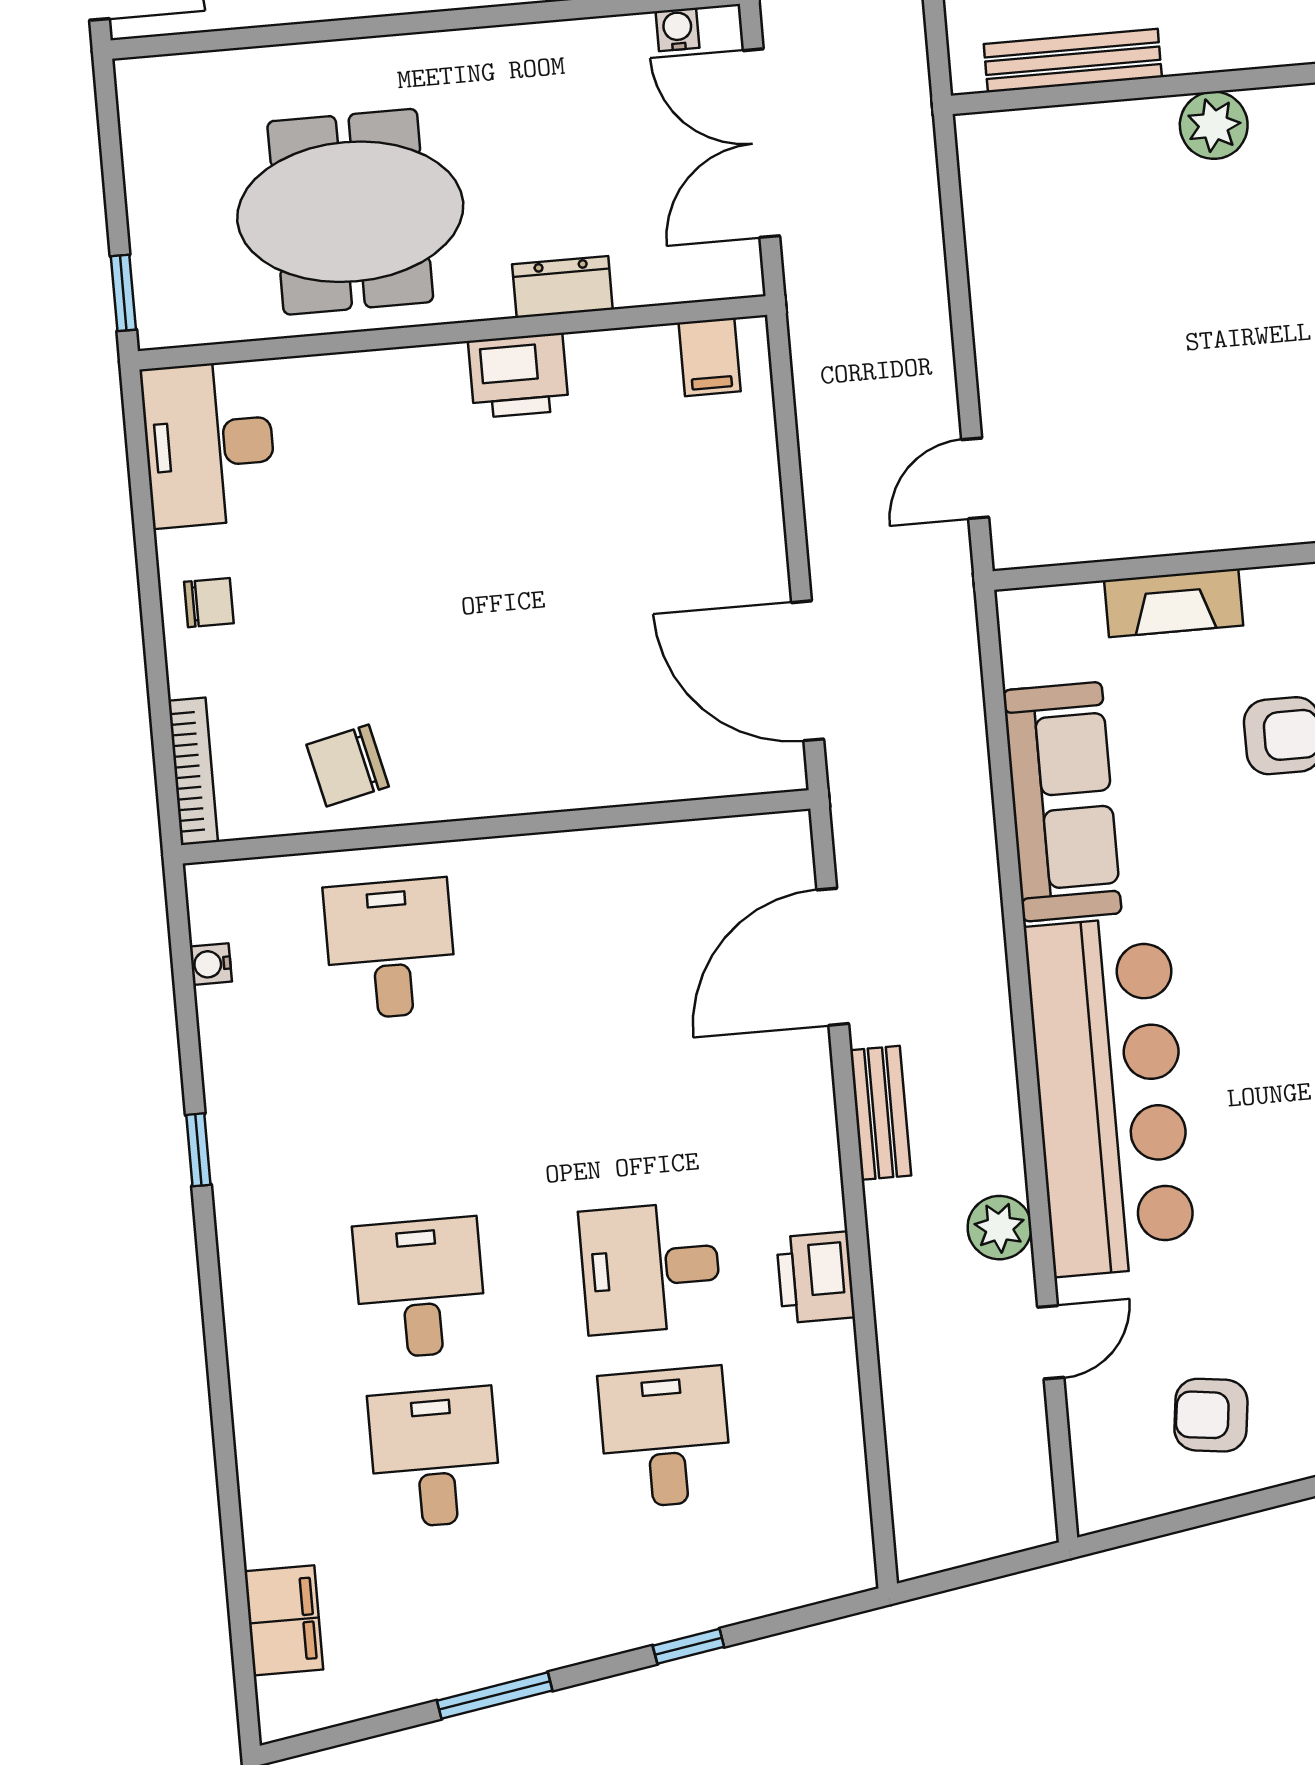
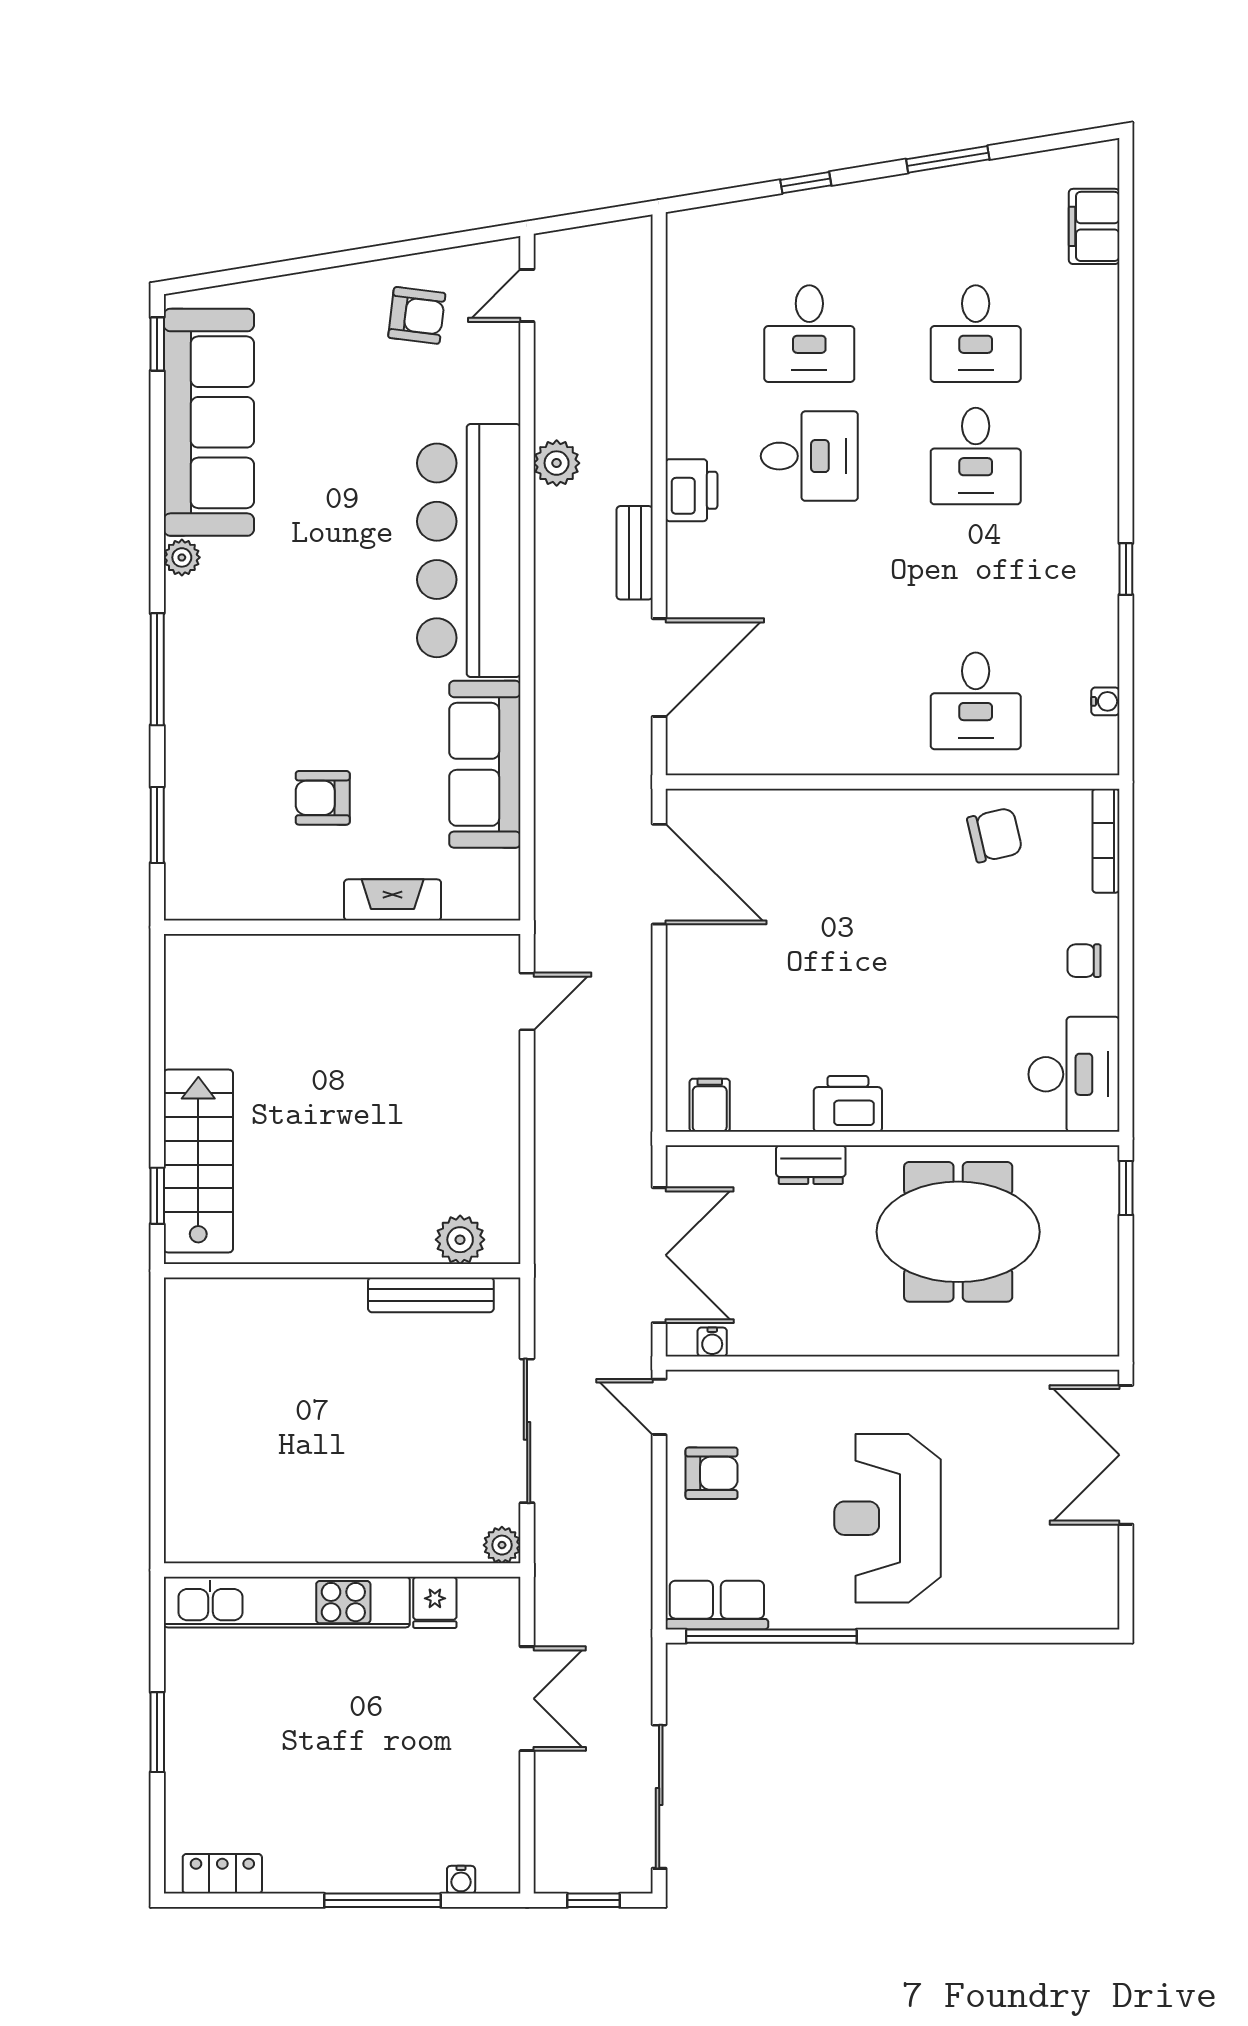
plant: (1214, 125) -> (460, 1240), moved
printer: (816, 1277) -> (692, 490), moved
door: (1051, 1342) -> (527, 295), moved

